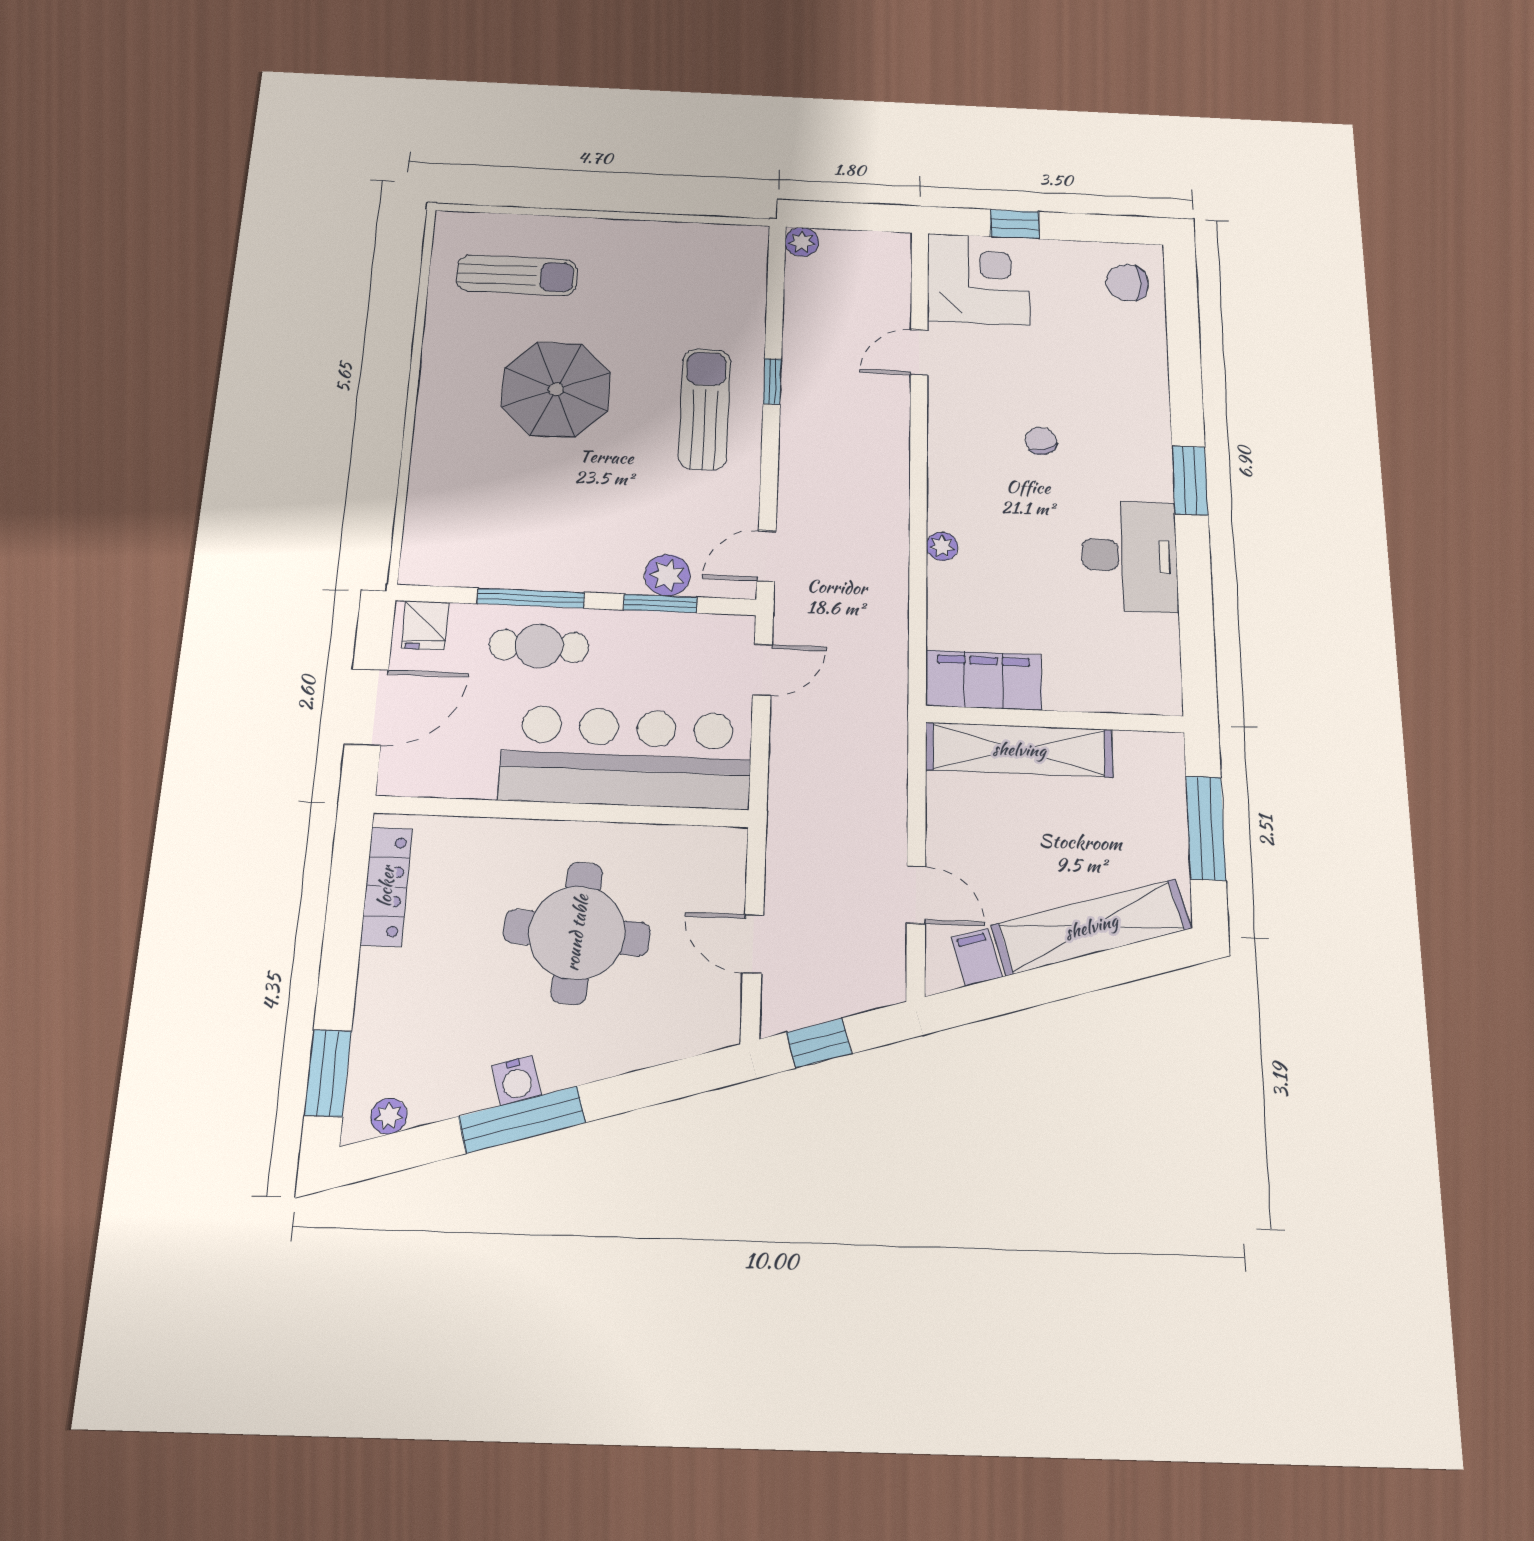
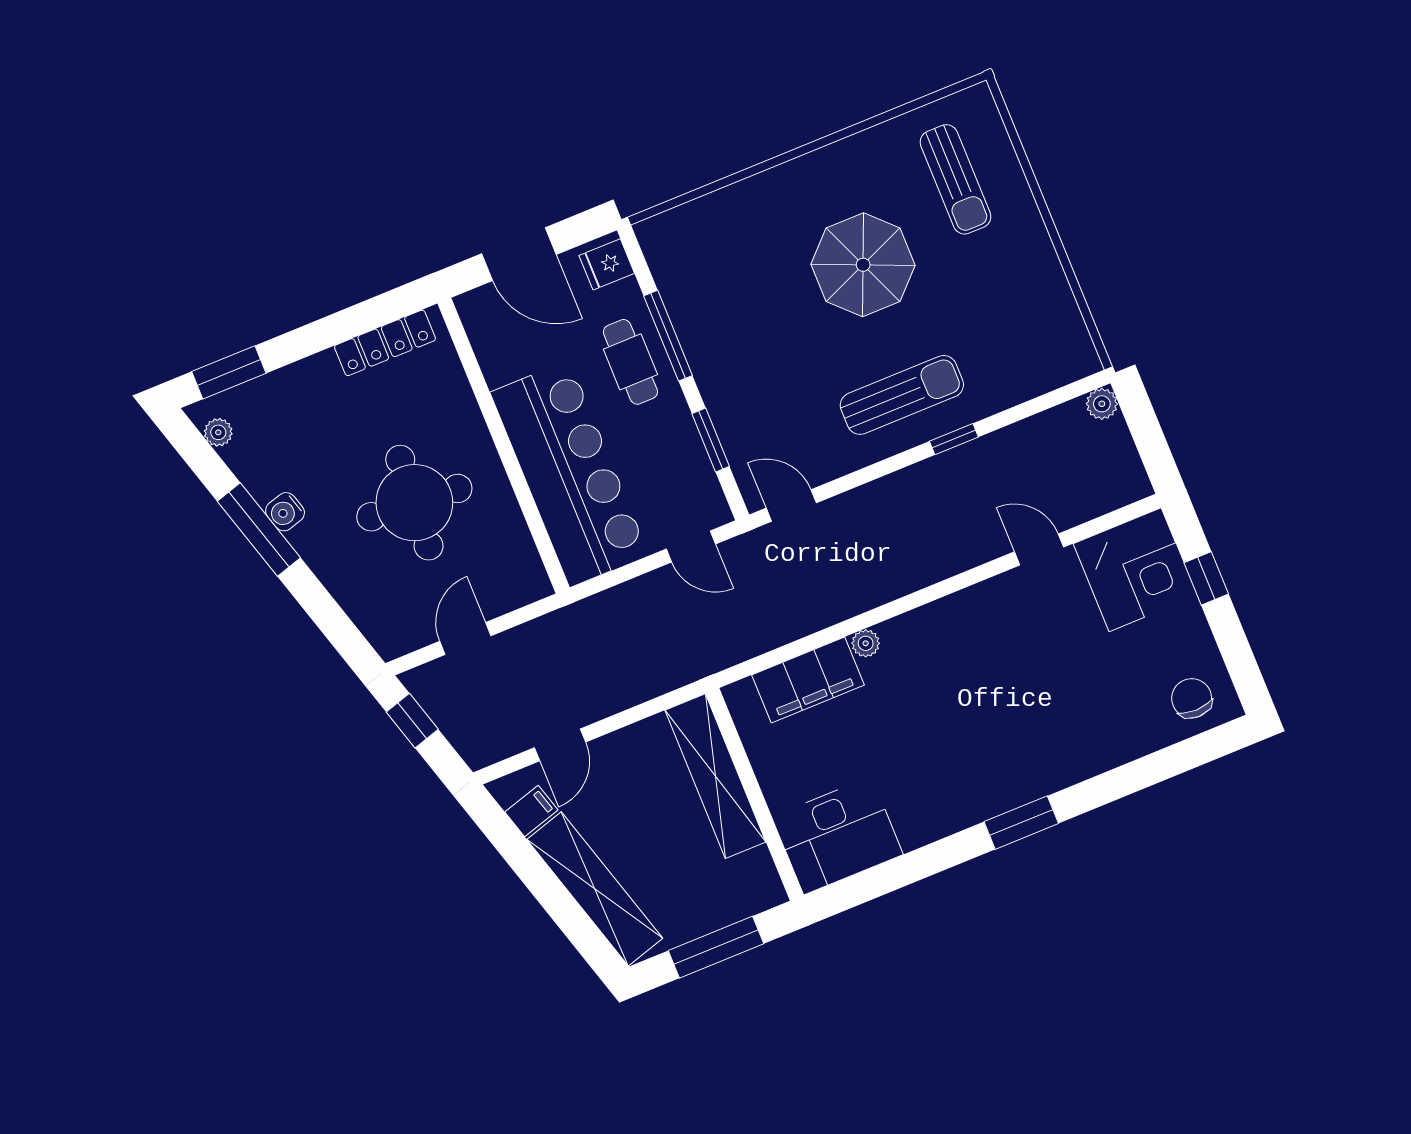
chair: (1041, 441) -> (1001, 685), removed
desk: (1130, 556) -> (838, 836), moved
plant: (668, 575) -> (738, 434), removed
filing cabinet: (984, 680) -> (808, 680), moved, turned 90

